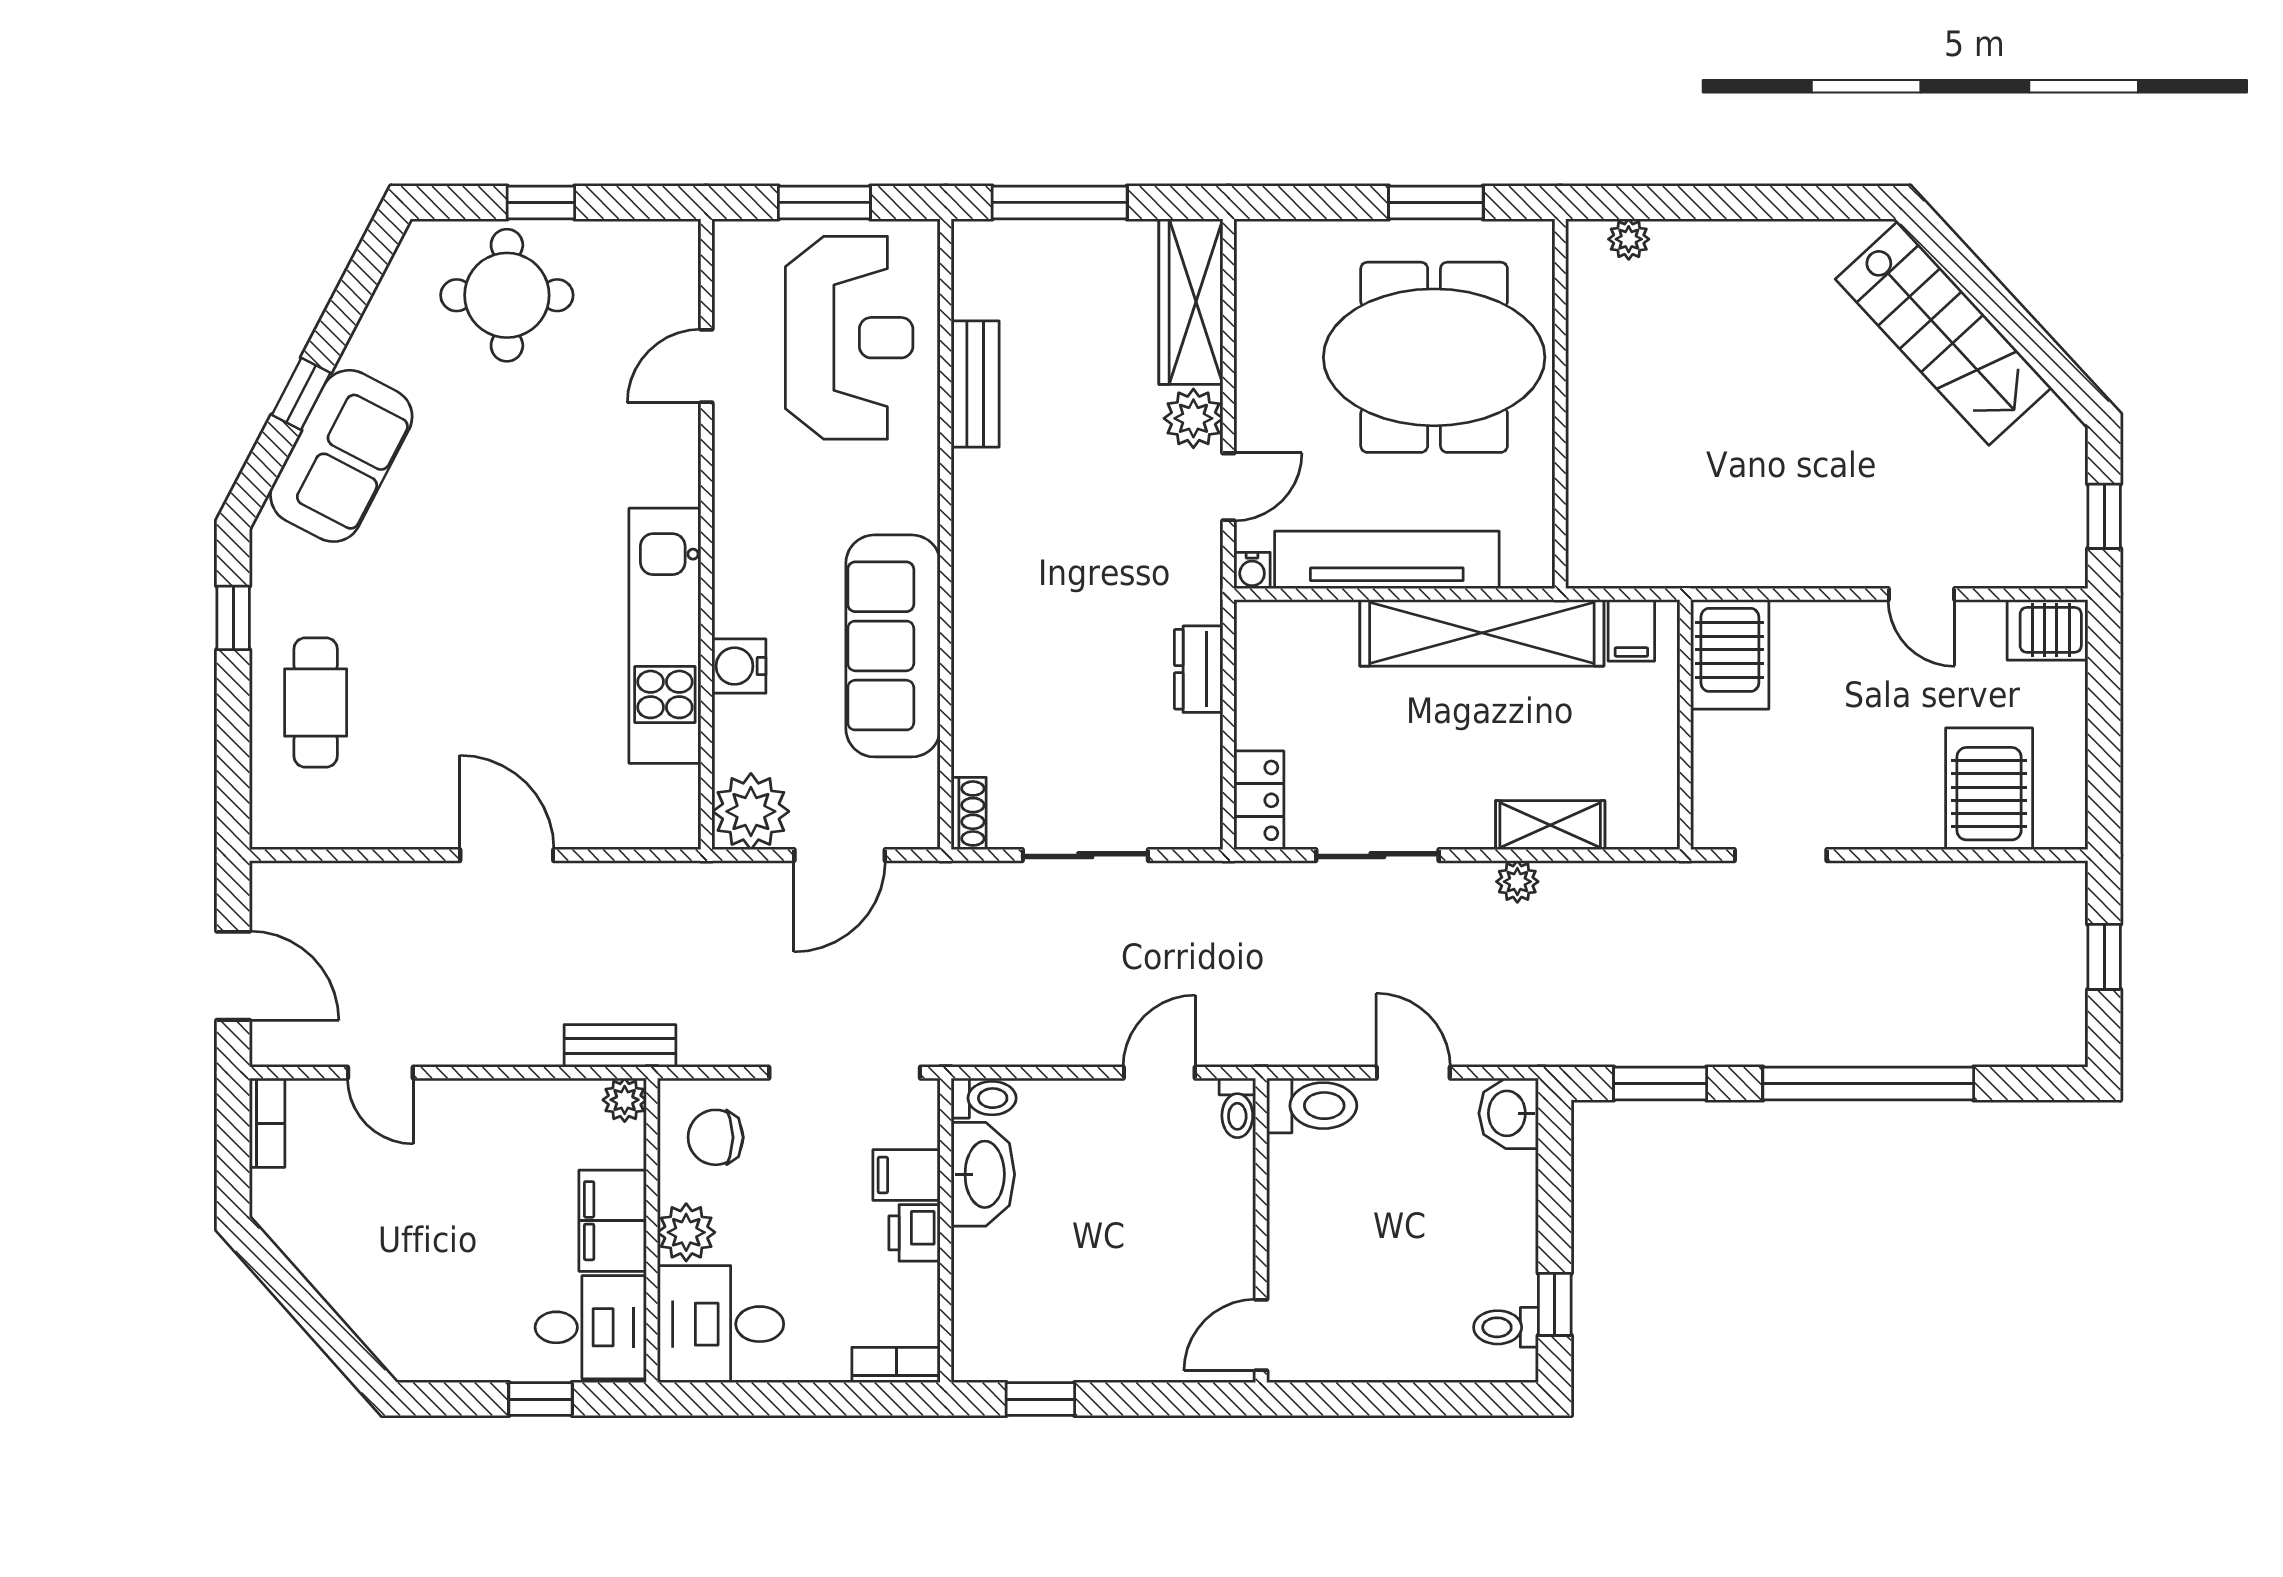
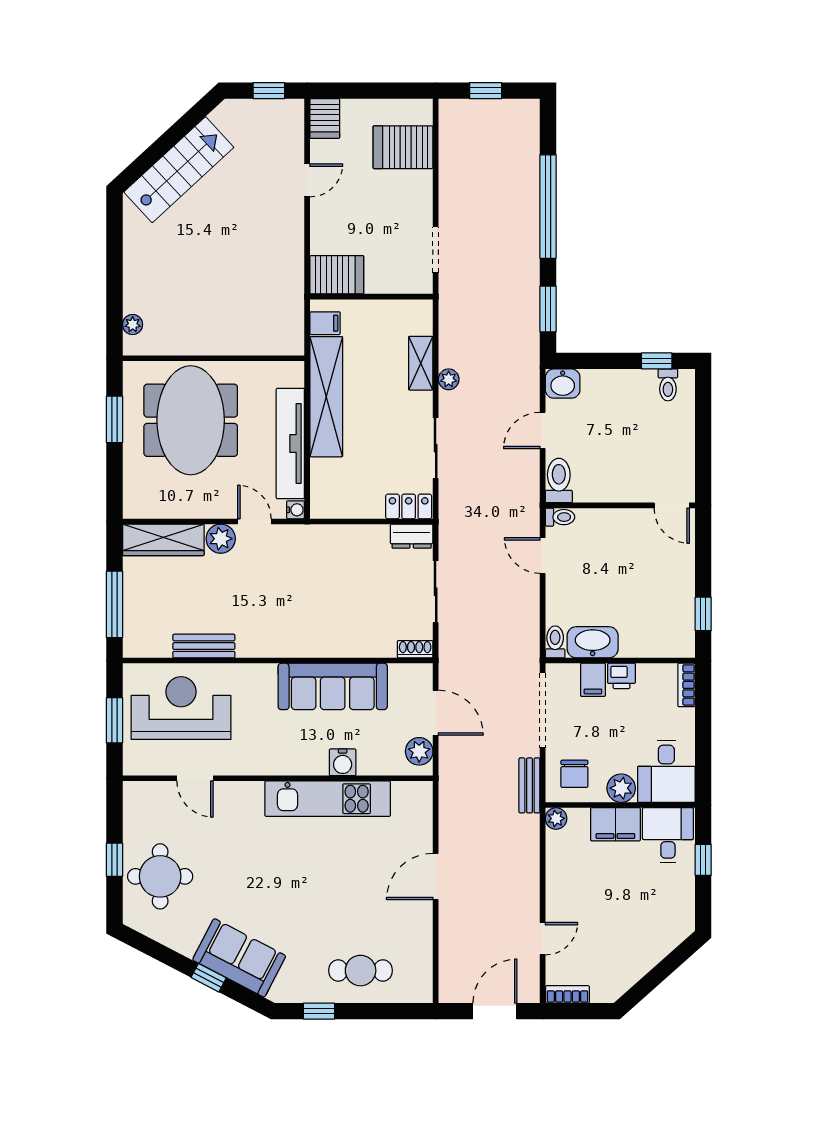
dresser: (1199, 669) -> (412, 536), moved
plant: (751, 811) -> (419, 751), width x0.73, depth x0.73
bench: (620, 1046) -> (529, 785), moved

